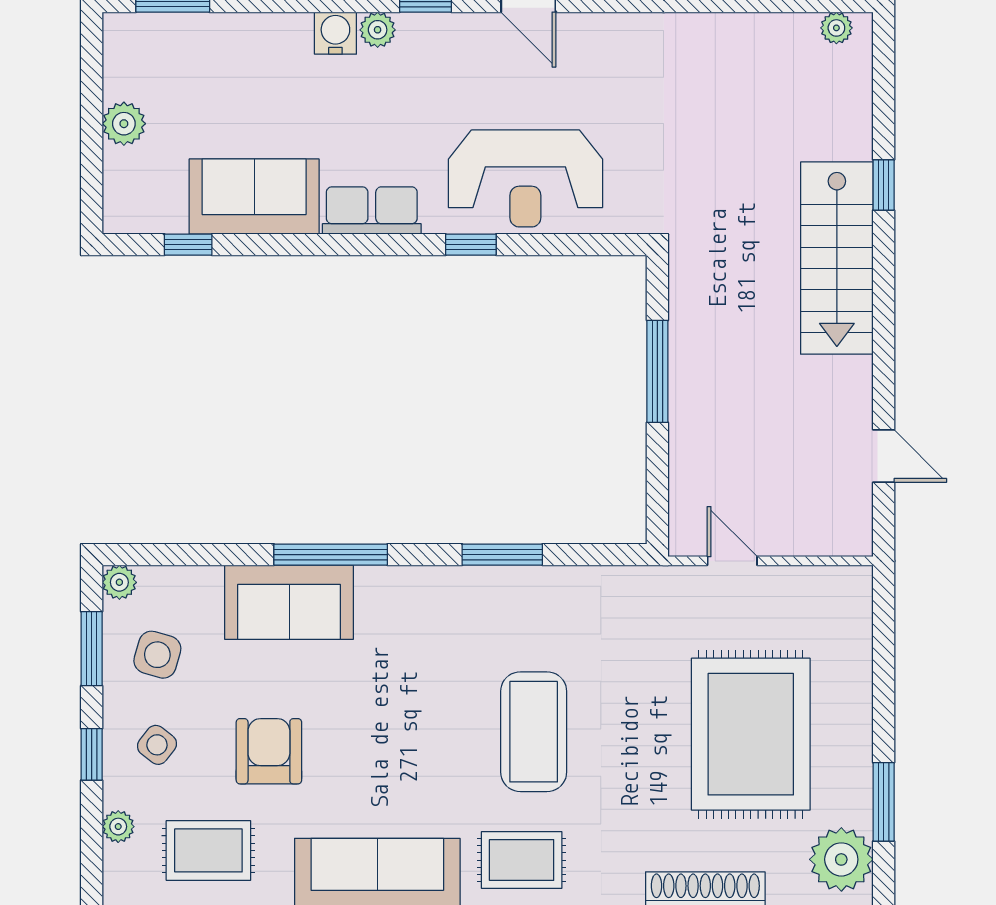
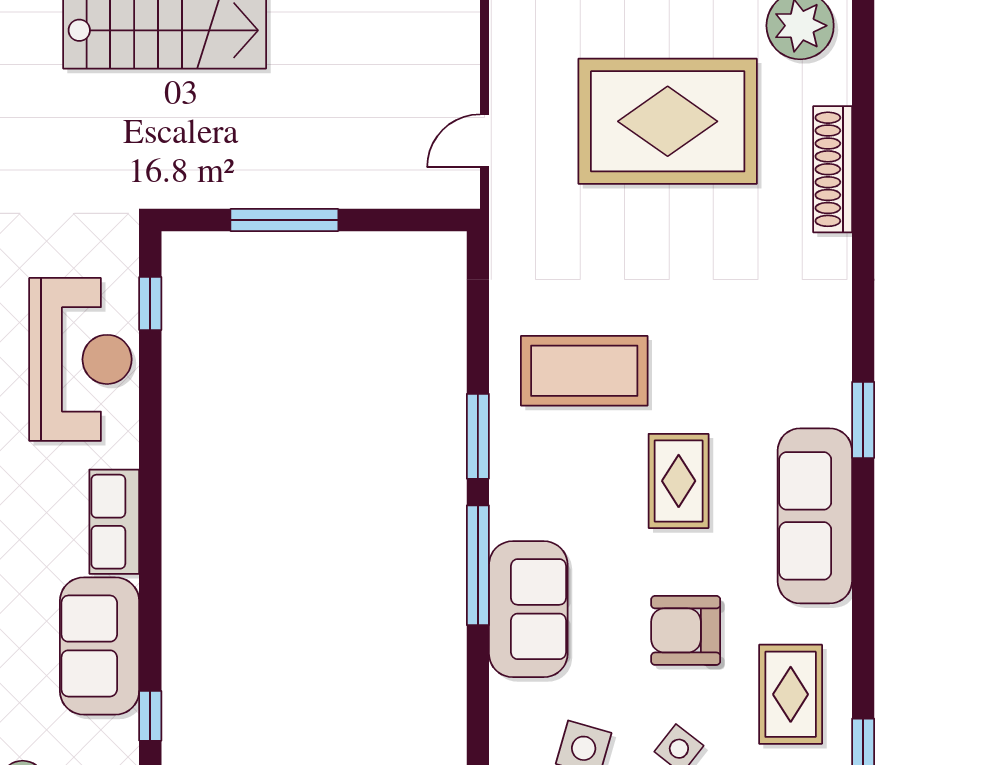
window: (471, 245) -> (150, 303), moved
window: (502, 555) -> (478, 436), moved
coffee table: (534, 732) -> (584, 371), moved
rug: (522, 860) -> (679, 481), moved

